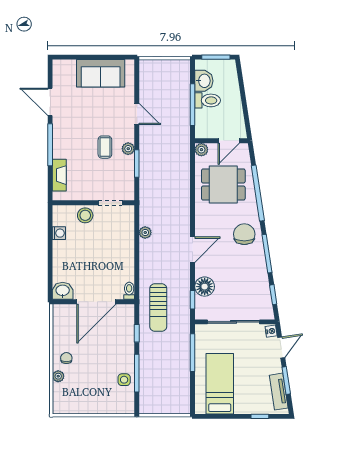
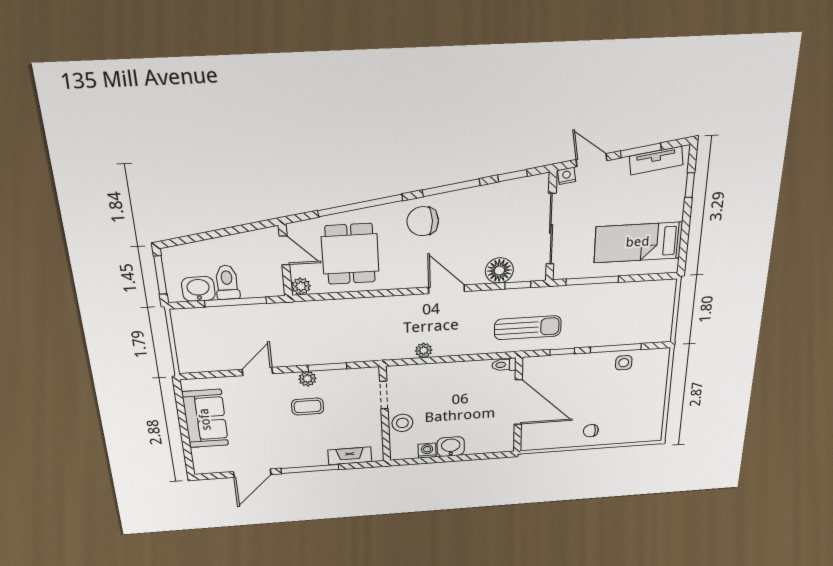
washbasin: (63, 291) -> (451, 447), moved, turned 90
plant: (58, 376) -> (614, 438), removed

